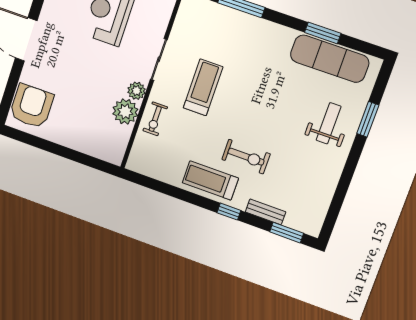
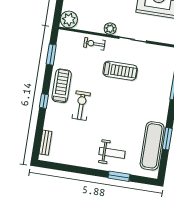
plant: (125, 112) -> (69, 19), moved
exercise bike: (246, 157) -> (81, 106), turned 180
bench: (265, 212) -> (45, 143), moved
window: (287, 233) -> (51, 55), moved

